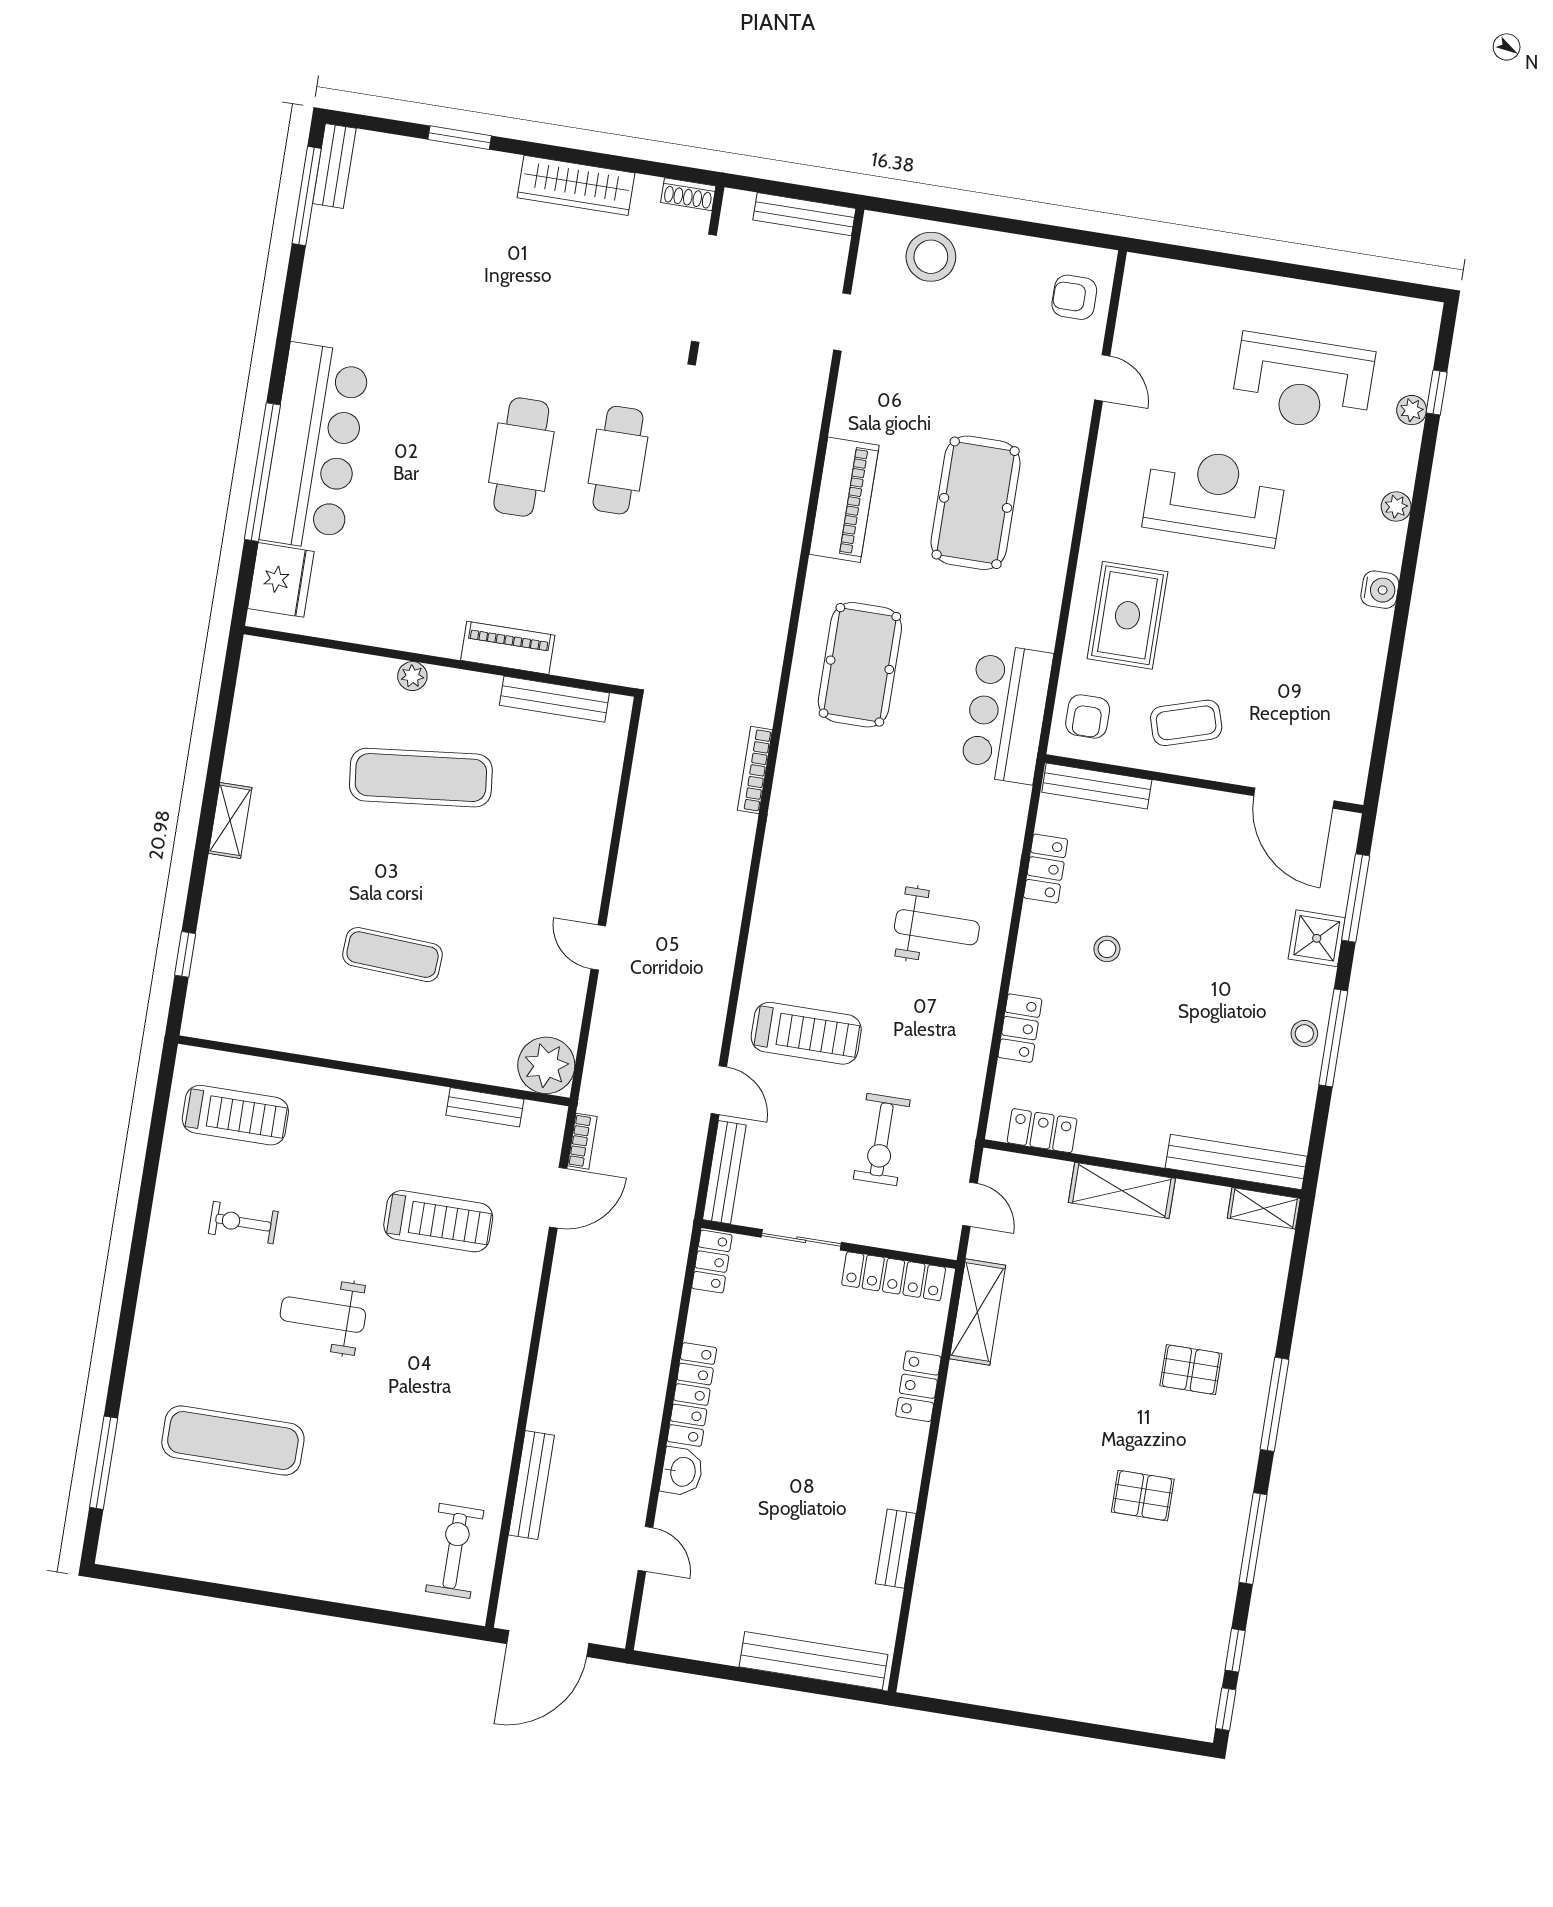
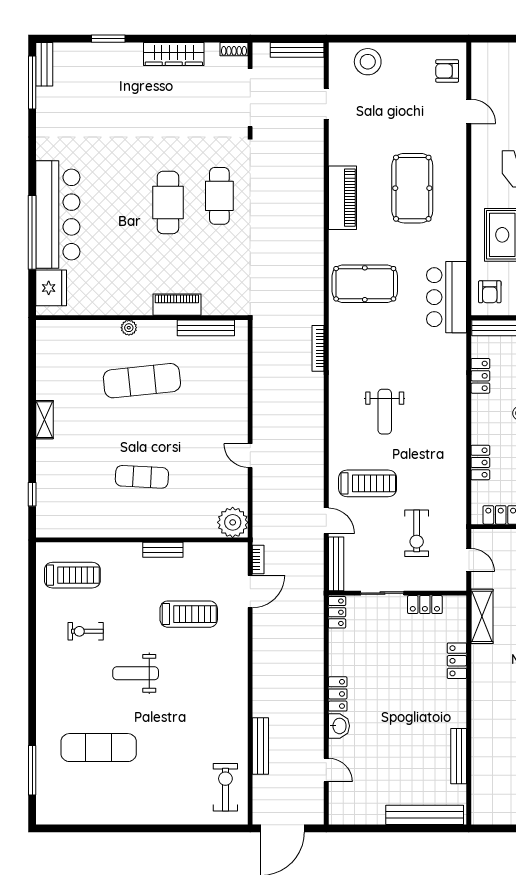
pool table: (860, 665) -> (365, 284), turned 90
weight bench: (937, 927) -> (385, 412), moved, turned 90
bench: (485, 1107) -> (163, 550), moved
locker: (894, 1276) -> (425, 605), width x0.66
locker: (692, 1395) -> (338, 694), width x0.66
bench: (896, 1549) -> (459, 756), width x1.36

